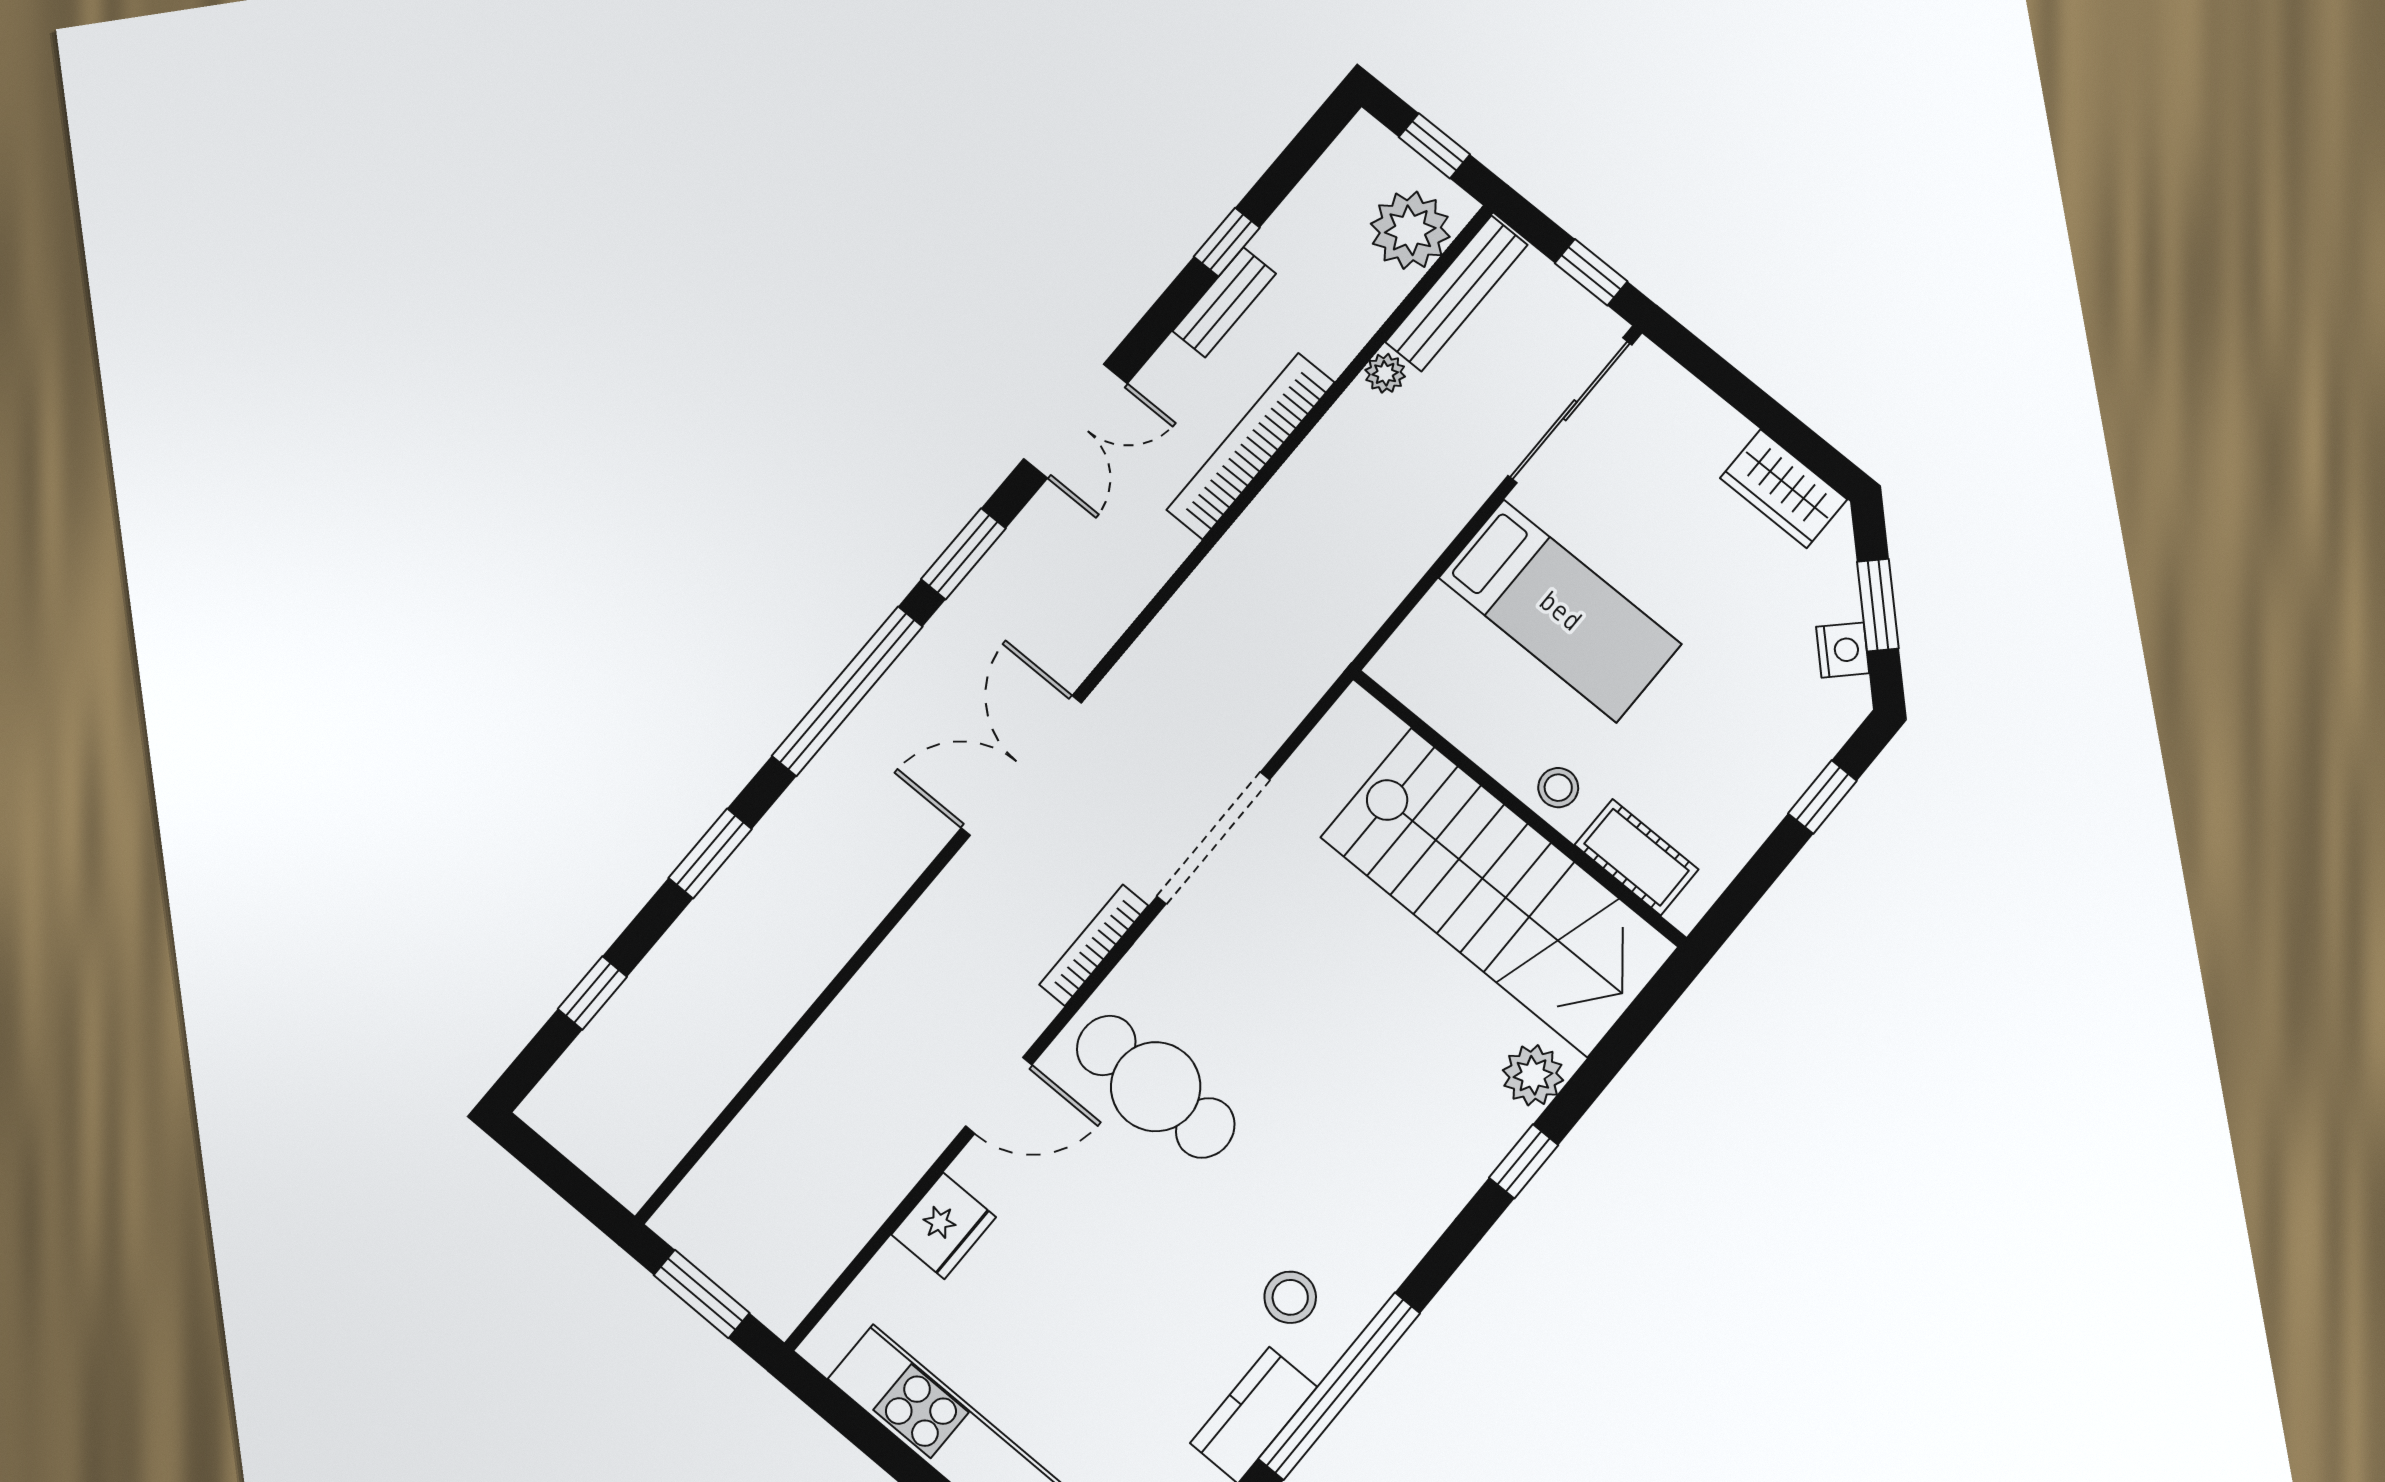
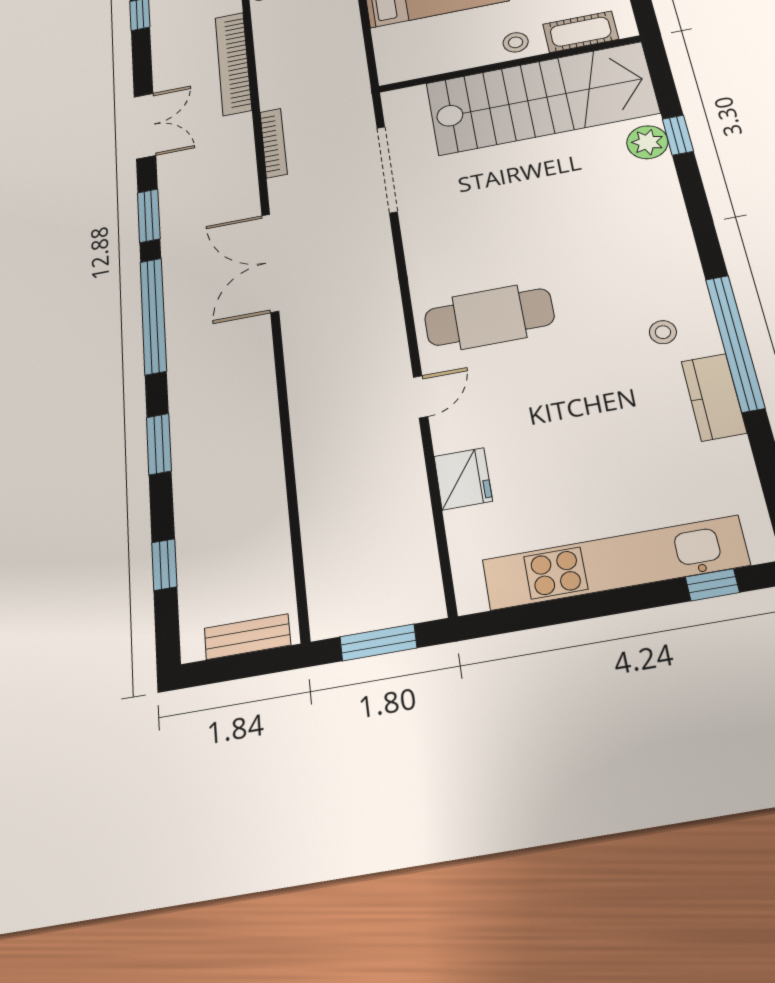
bench: (1224, 302) -> (247, 637), moved, turned 90
doorway: (1213, 838) -> (387, 169), moved
bookcase: (1094, 945) -> (274, 143), moved, turned 180
door: (999, 1095) -> (421, 397), width x0.73
window: (1524, 1161) -> (678, 135), moved
stool: (1290, 1297) -> (663, 332), width x0.73, depth x0.73

